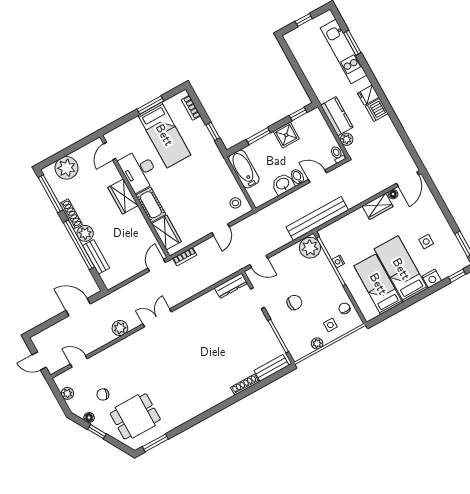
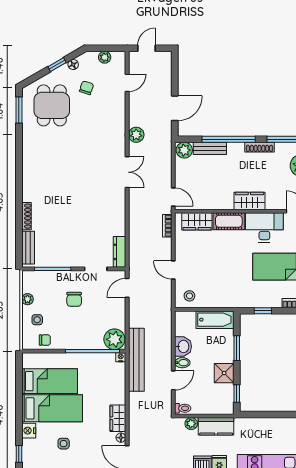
plant: (85, 233) -> (184, 150), moved
nightstand: (338, 261) -> (121, 357), moved

